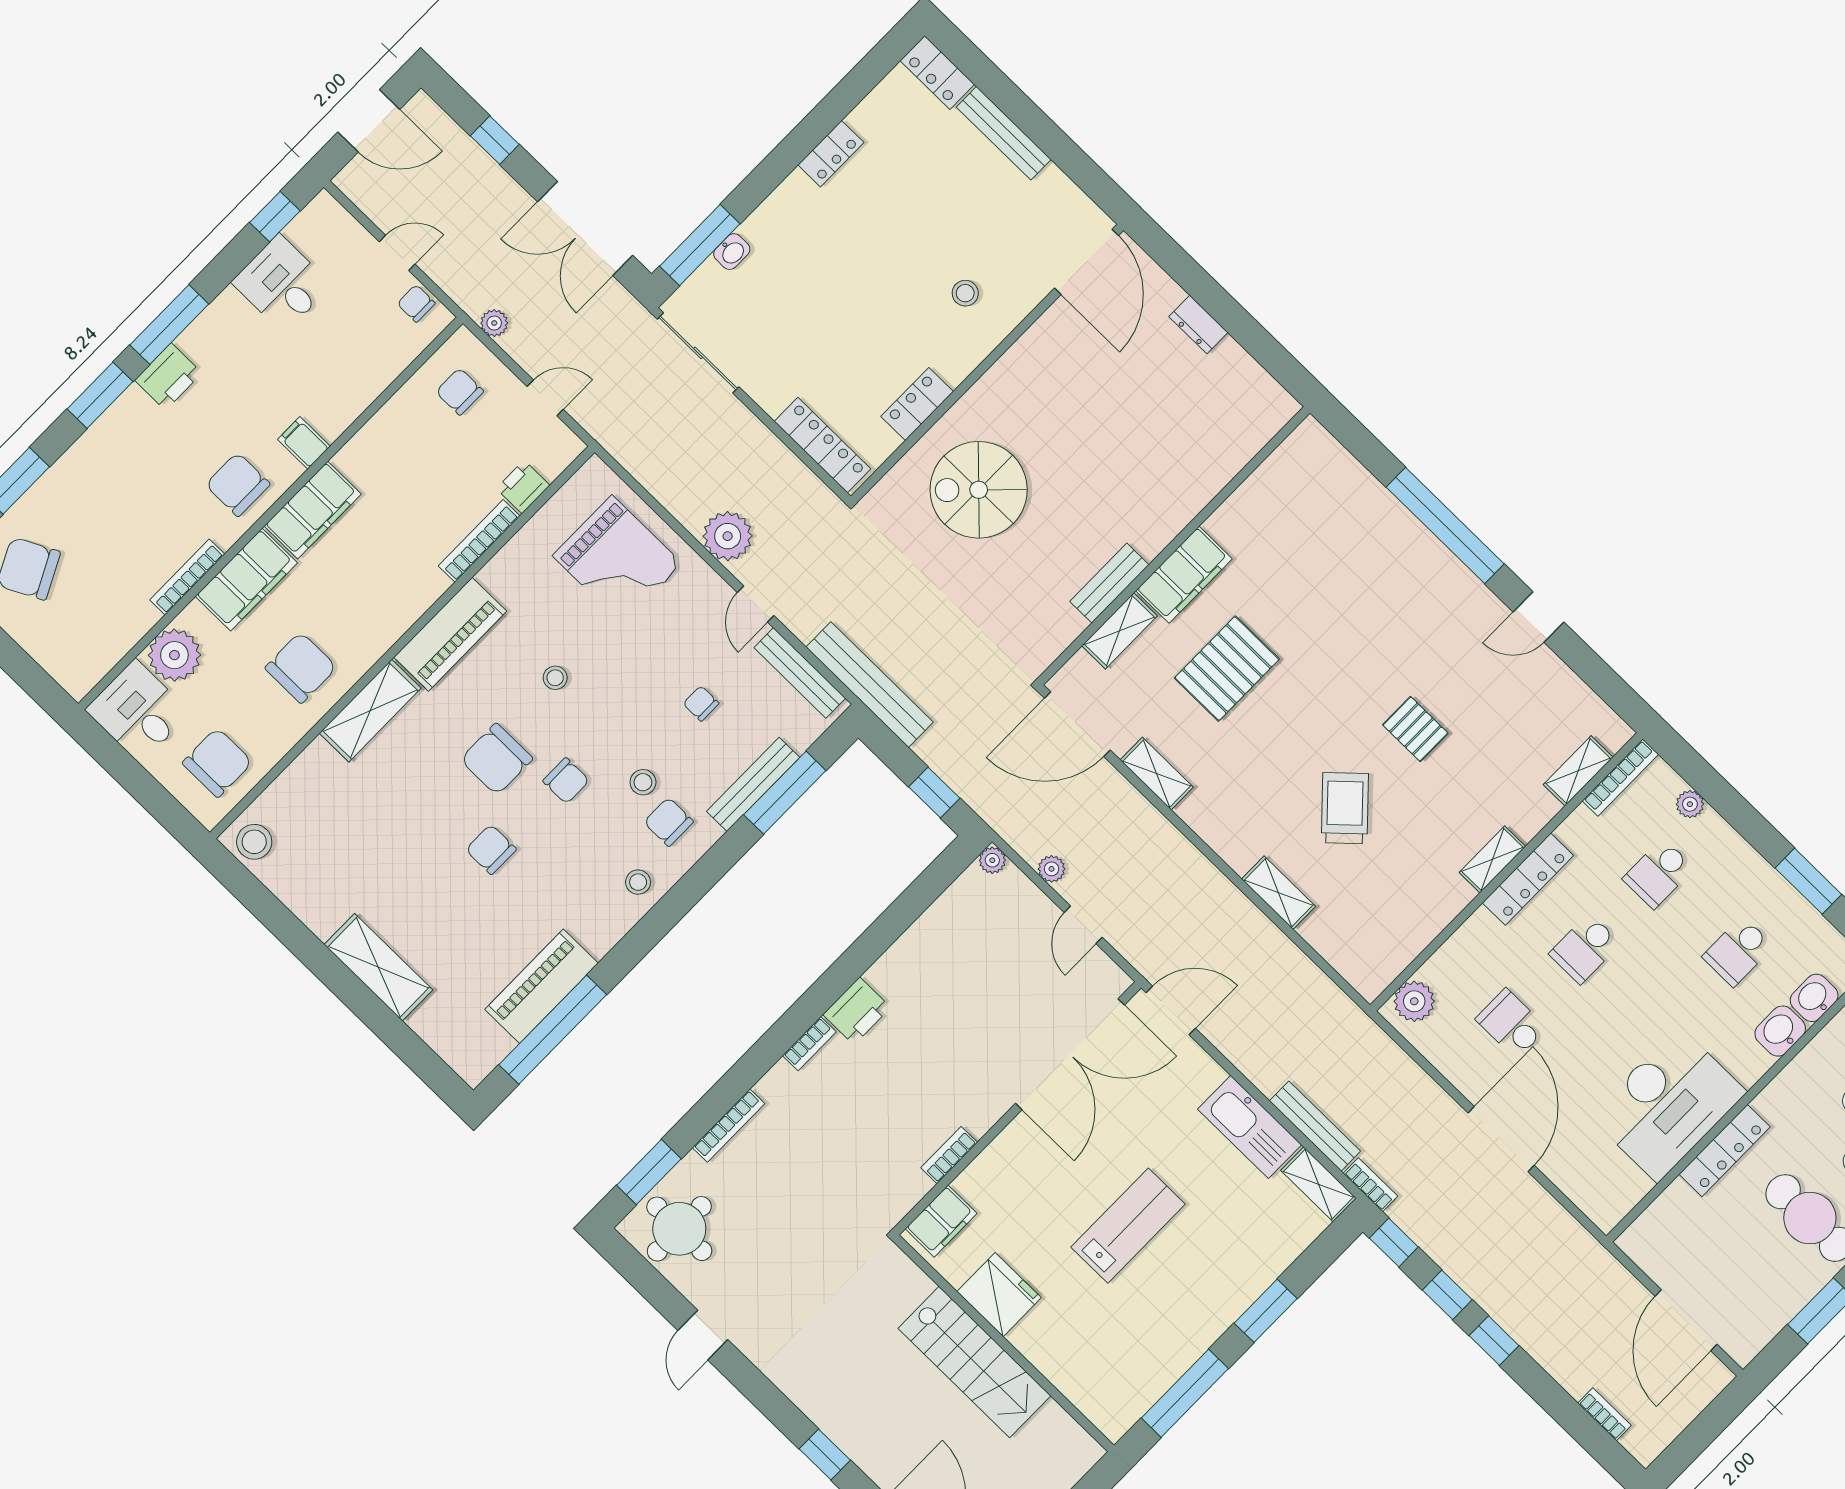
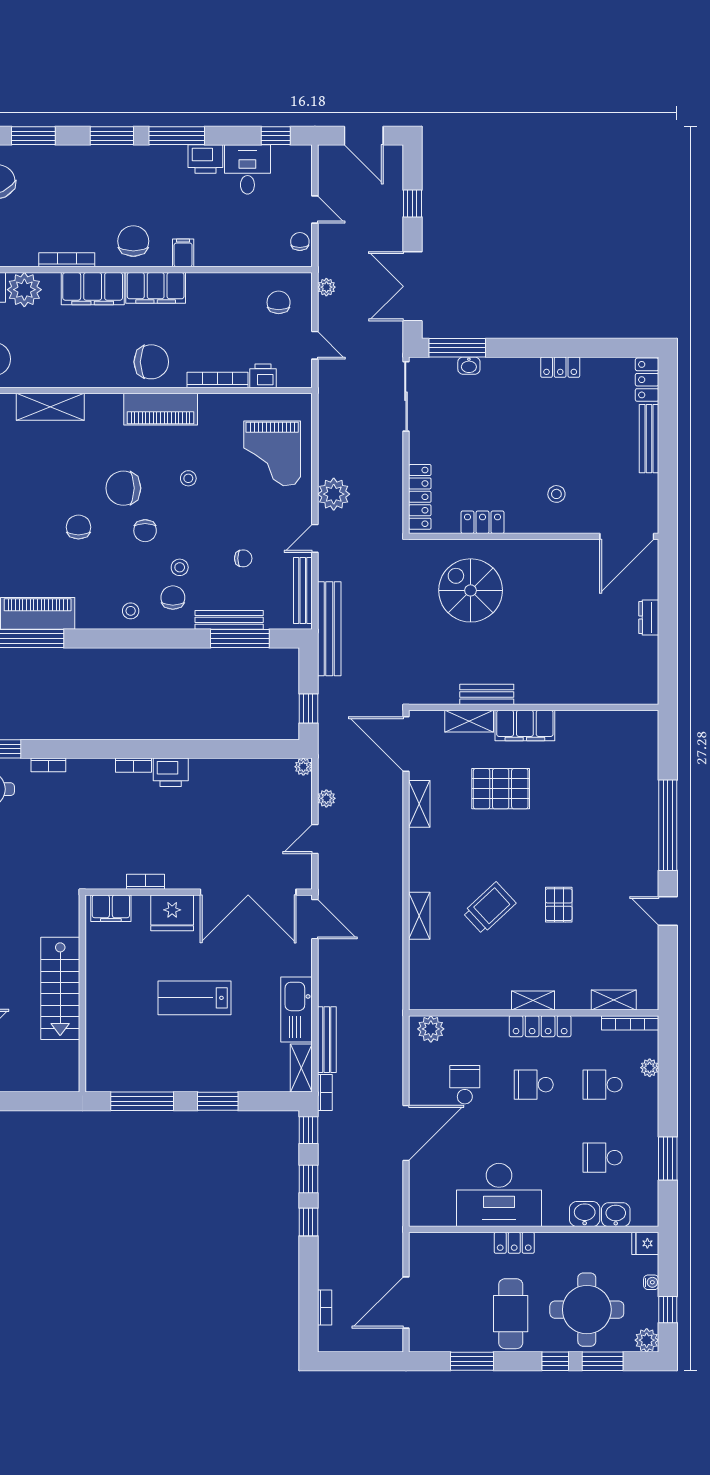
printer: (168, 377) -> (205, 159), moved
chair: (301, 668) -> (151, 362), moved
chair: (701, 703) -> (243, 558), turned 90
shelving: (370, 711) -> (50, 407), moved
bookcase: (729, 1126) -> (48, 765), width x0.64
locker: (1725, 1151) -> (514, 1243), width x0.66
lab bench: (1128, 1226) -> (194, 998), turned 180
fridge: (999, 1295) -> (172, 913), moved, turned 90

